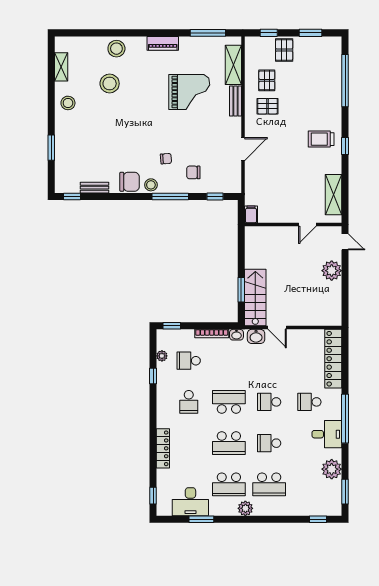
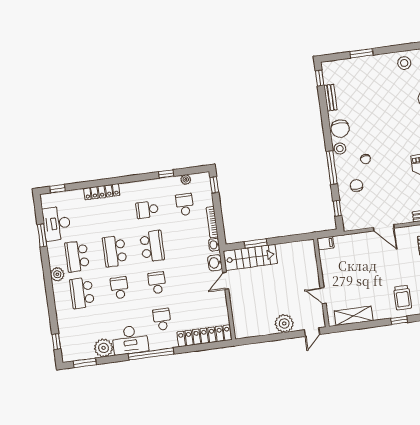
trolley: (321, 139) -> (403, 298), turned 180
desk: (327, 434) -> (130, 340), width x1.37

